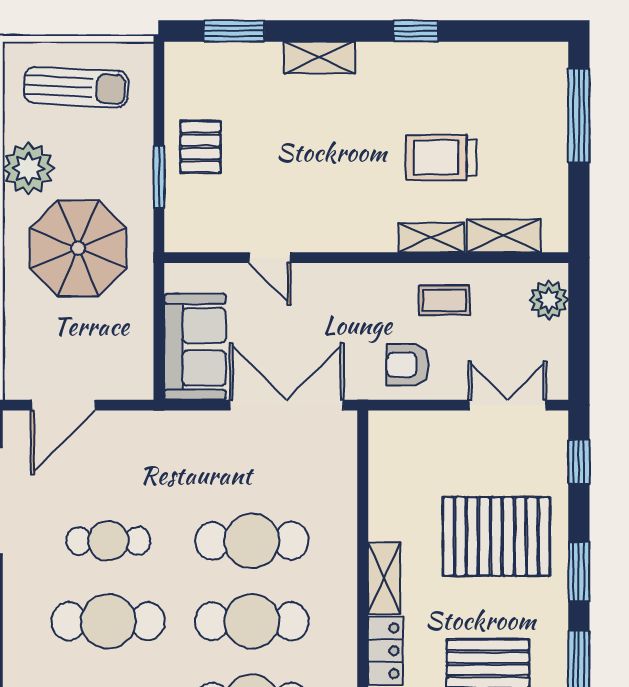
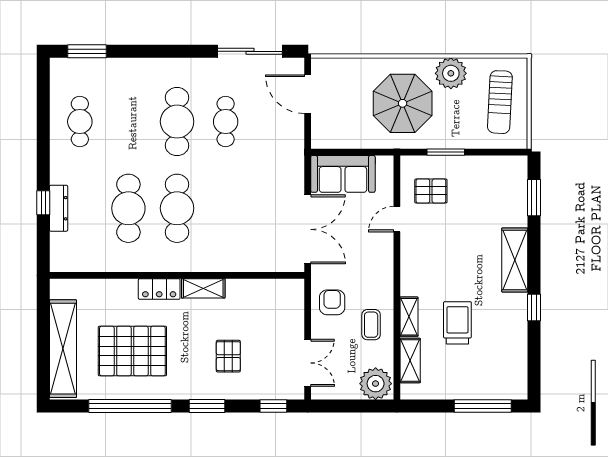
shelving: (320, 57) -> (515, 260), width x1.50, depth x1.33
pallet: (201, 147) -> (431, 191), moved
plant: (549, 300) -> (376, 384), width x1.36, depth x1.36
pallet: (496, 536) -> (228, 356), width x0.49, depth x0.50
cafe table: (252, 541) -> (226, 208), removed

